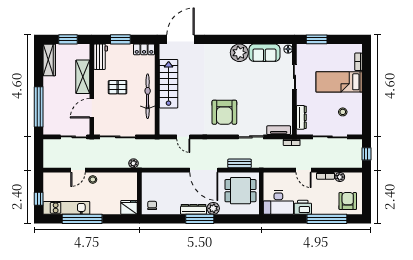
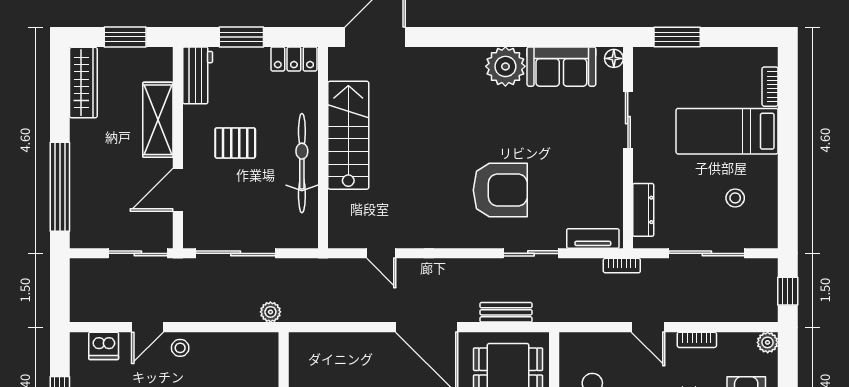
armchair: (224, 112) -> (500, 190), moved, turned -90
plant: (340, 177) -> (768, 342), moved
dishwasher: (58, 179) -> (104, 346), added

